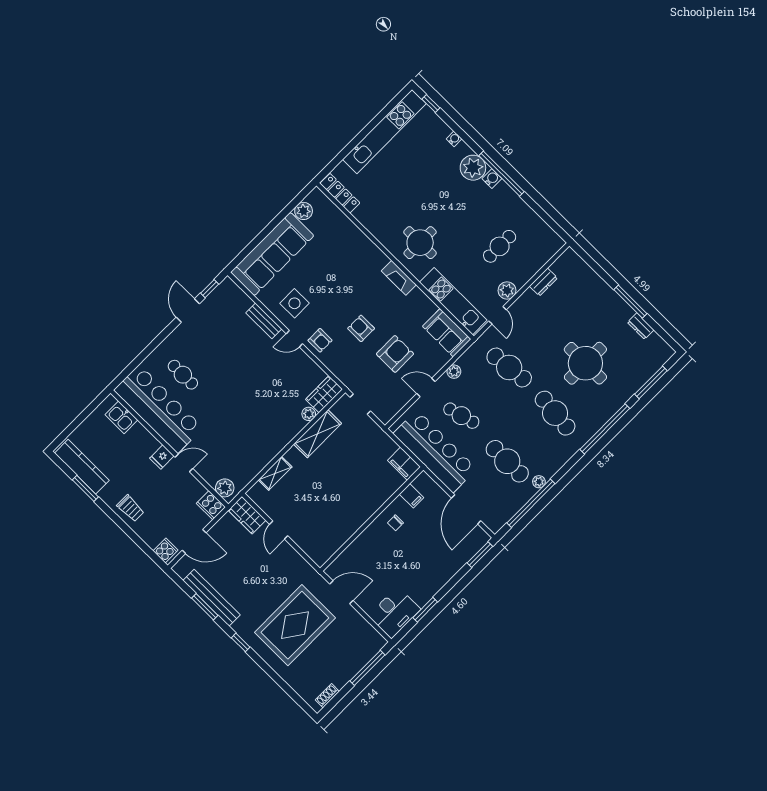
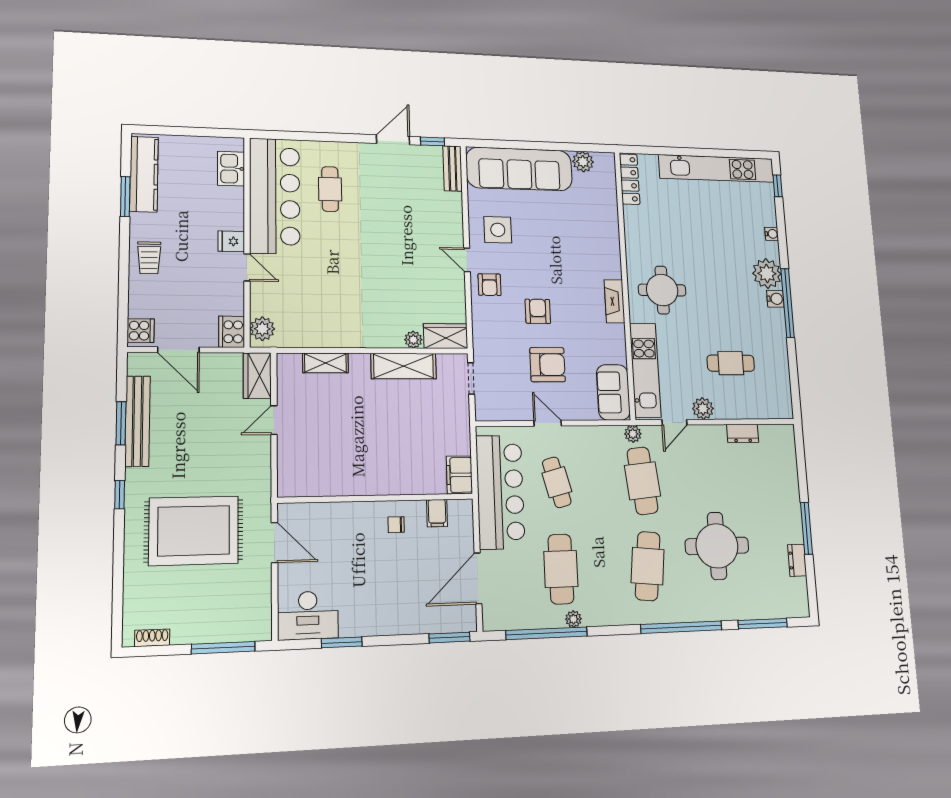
bench: (264, 321) -> (453, 169), moved
plant: (454, 372) -> (633, 434), moved

